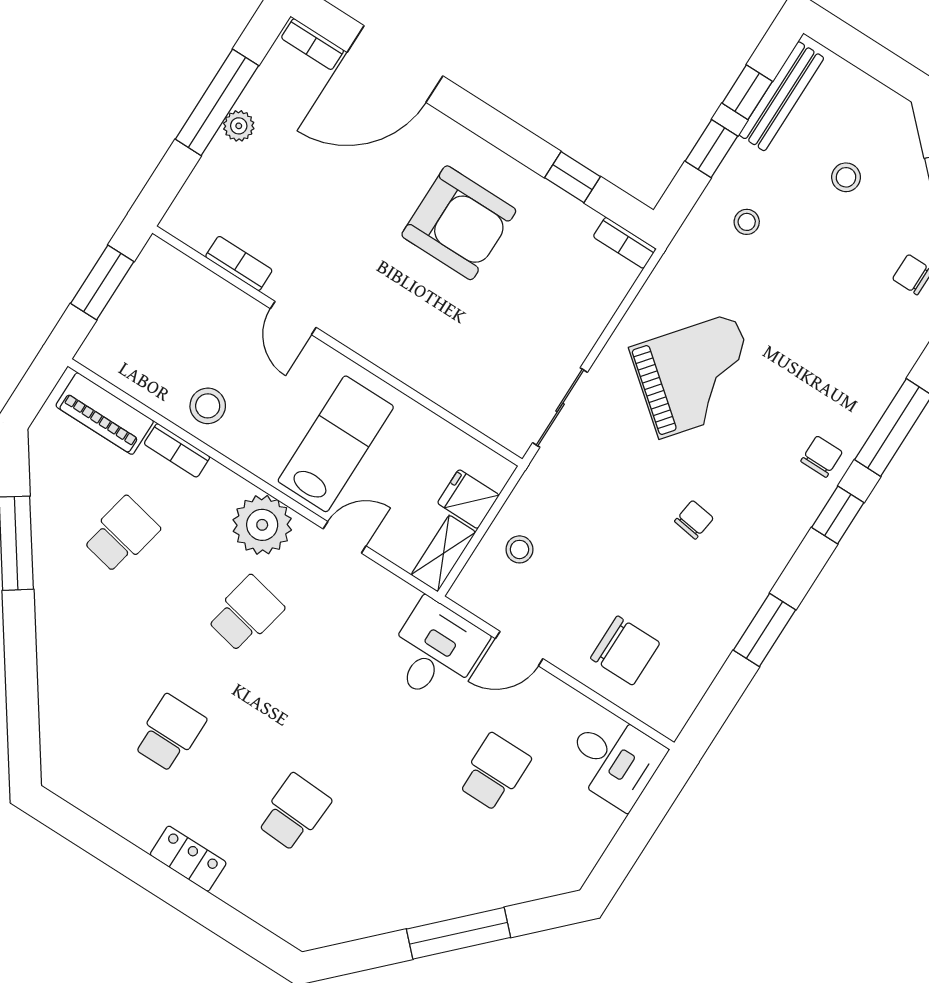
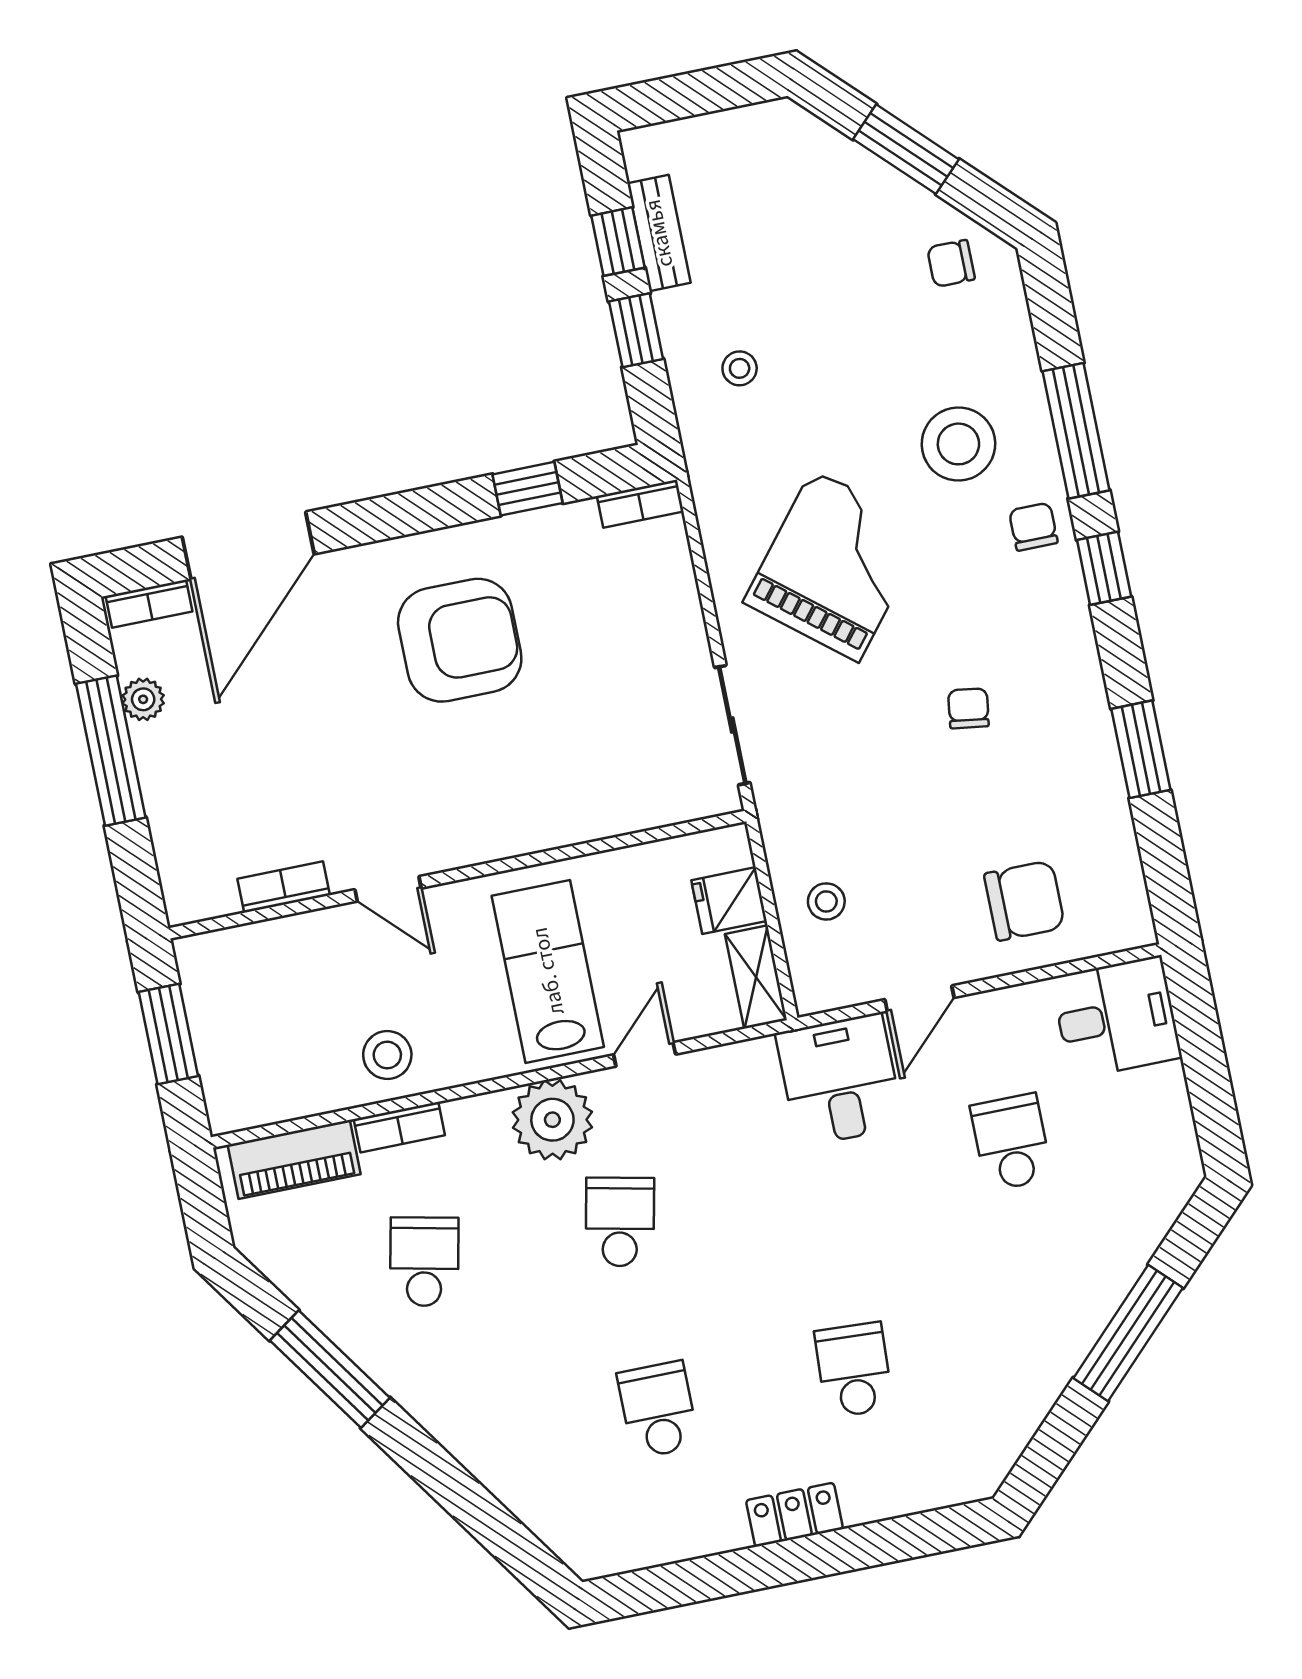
bench: (781, 96) -> (659, 233), width x0.73
plant: (239, 126) -> (143, 699), moved
stool: (846, 177) -> (958, 444), moved, width x1.89, depth x1.89

